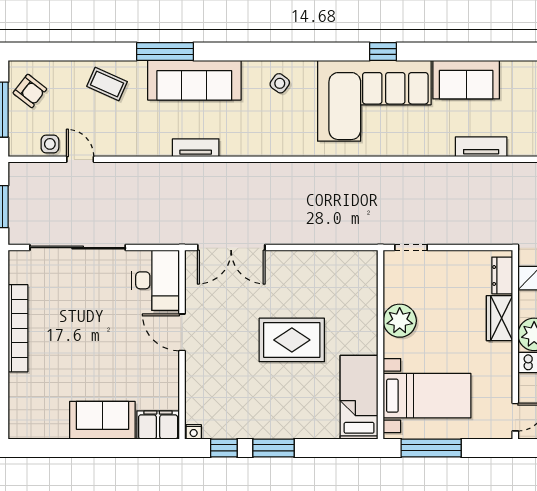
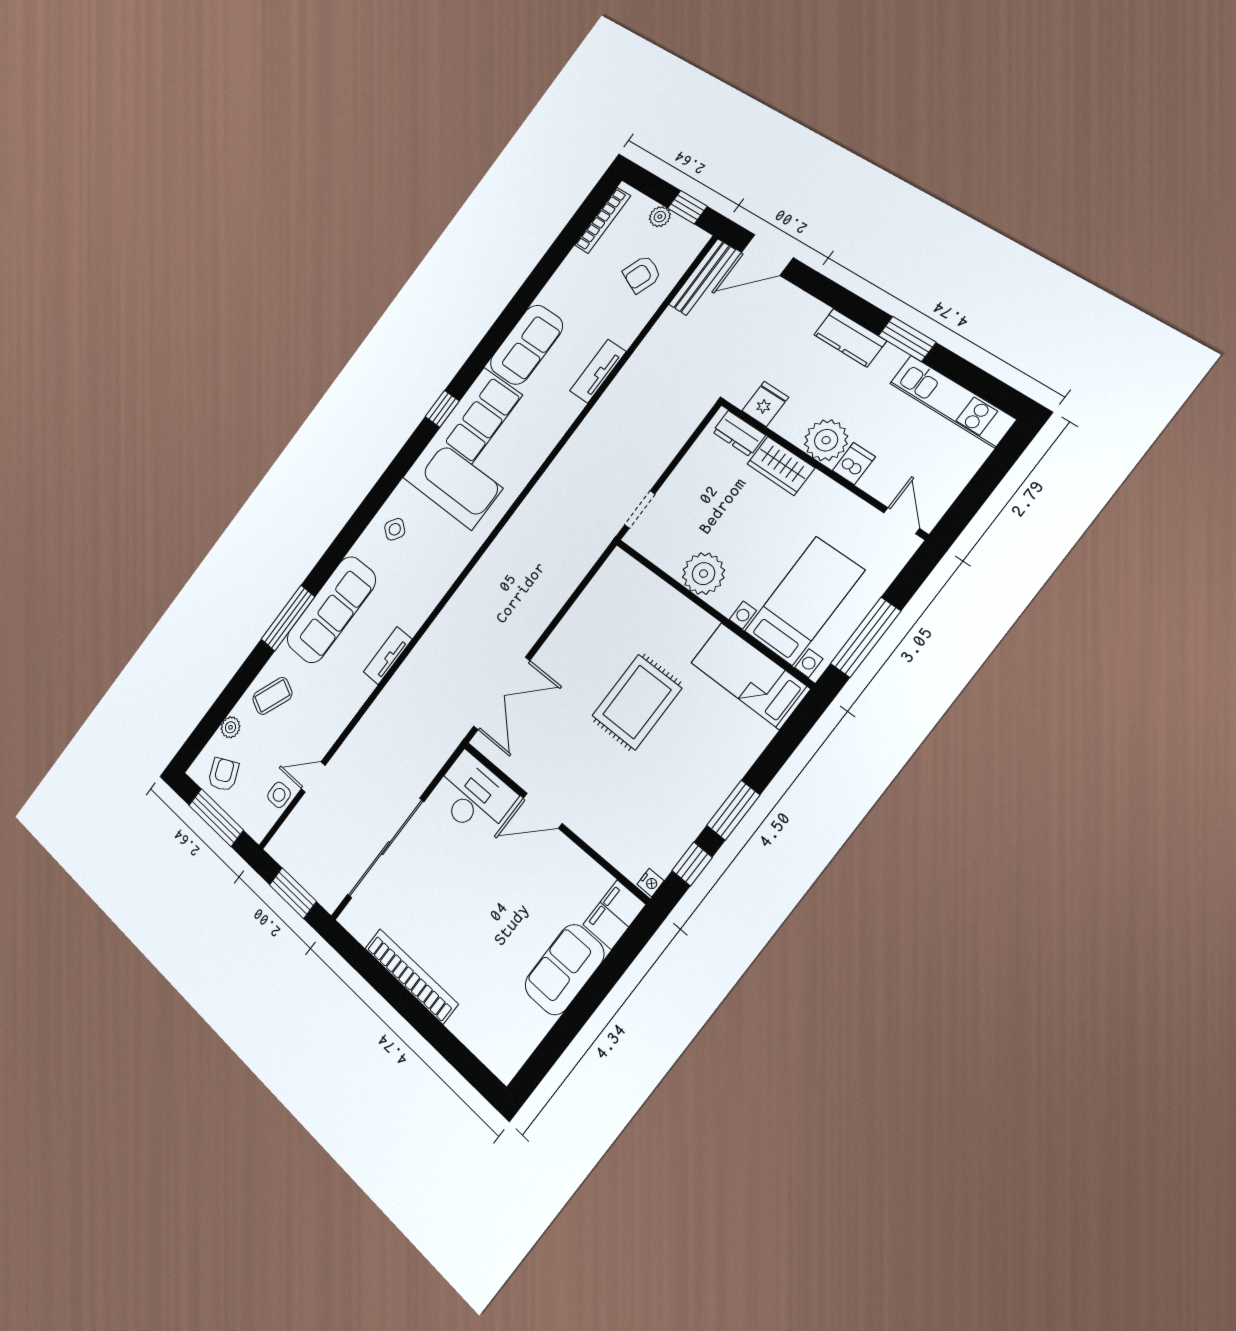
plant: (63, 70) -> (230, 727), added
armchair: (30, 91) -> (223, 774), turned -63

